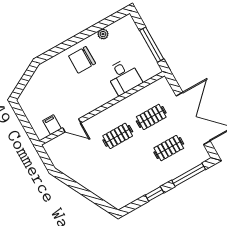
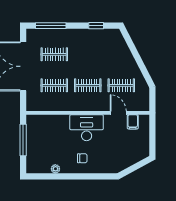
chair: (82, 60) -> (82, 158), width x0.54, depth x0.54
desk: (124, 77) -> (87, 128), moved, width x1.37
clothes rail: (84, 155) -> (121, 85), added
window: (155, 194) -> (96, 26), moved

